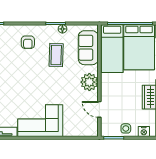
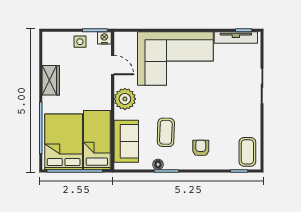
corner sofa: (40, 121) -> (175, 59), width x1.36, depth x1.36
nightstand: (144, 131) -> (104, 38), moved

